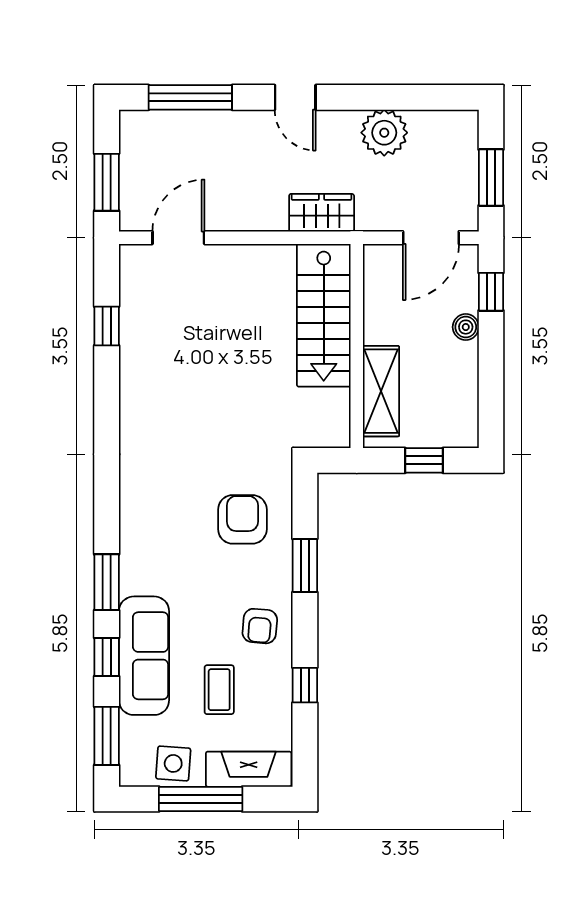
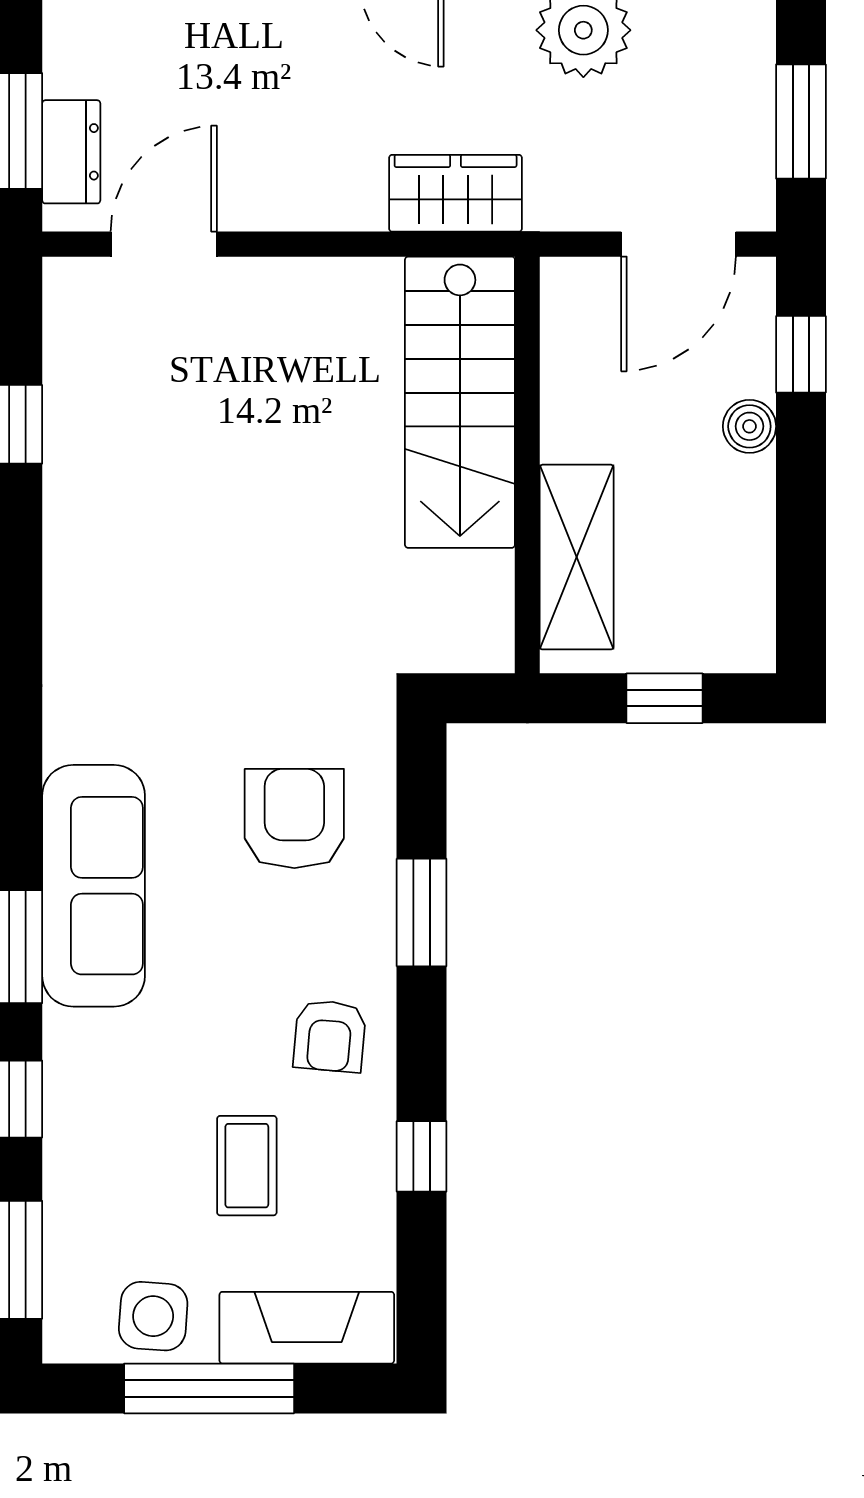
dresser: (133, 192) -> (71, 152), added
sofa: (144, 656) -> (94, 886), moved

